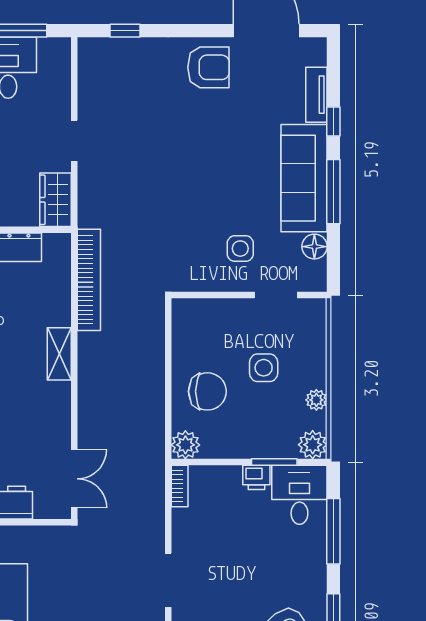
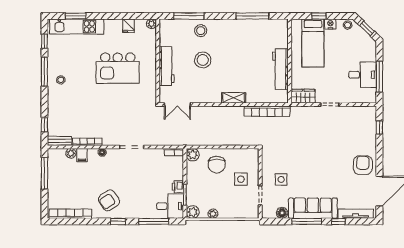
armchair: (208, 67) -> (363, 165), turned 180
tv unit: (316, 95) -> (356, 214), width x1.41
side table: (264, 368) -> (241, 179), moved

